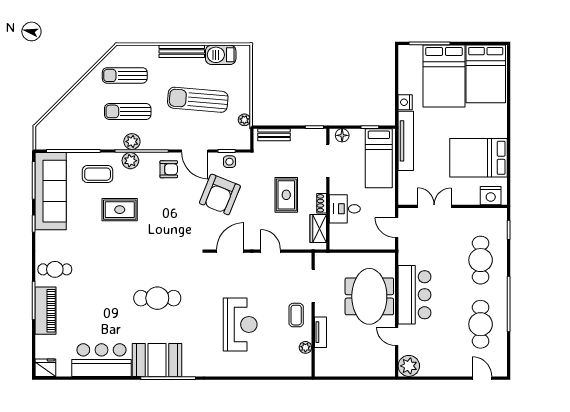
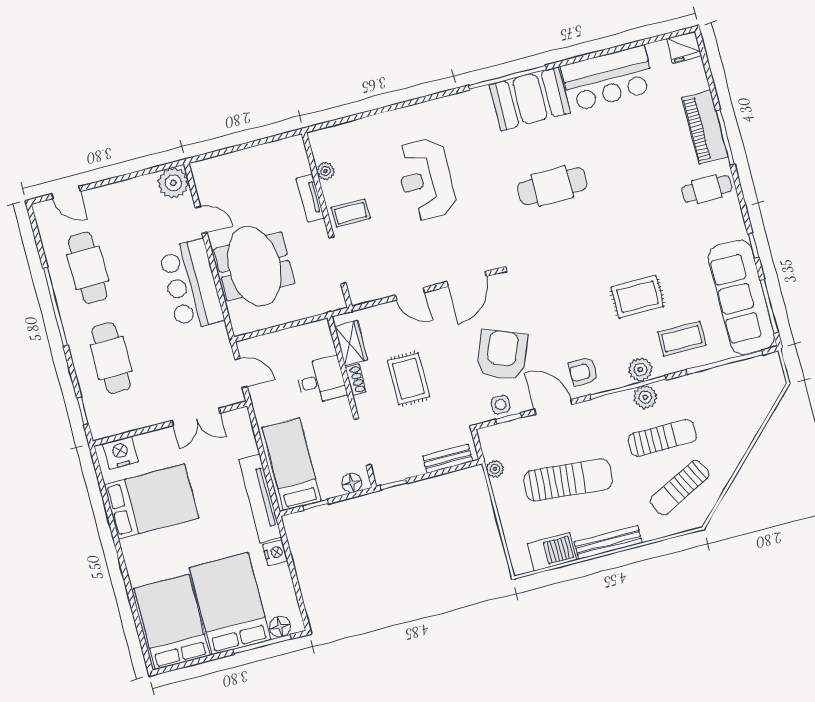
floor lamp: (415, 52) -> (280, 627), added
sun lounger: (125, 75) -> (680, 488), turned 153
coffee table: (296, 315) -> (351, 213), turned 90

